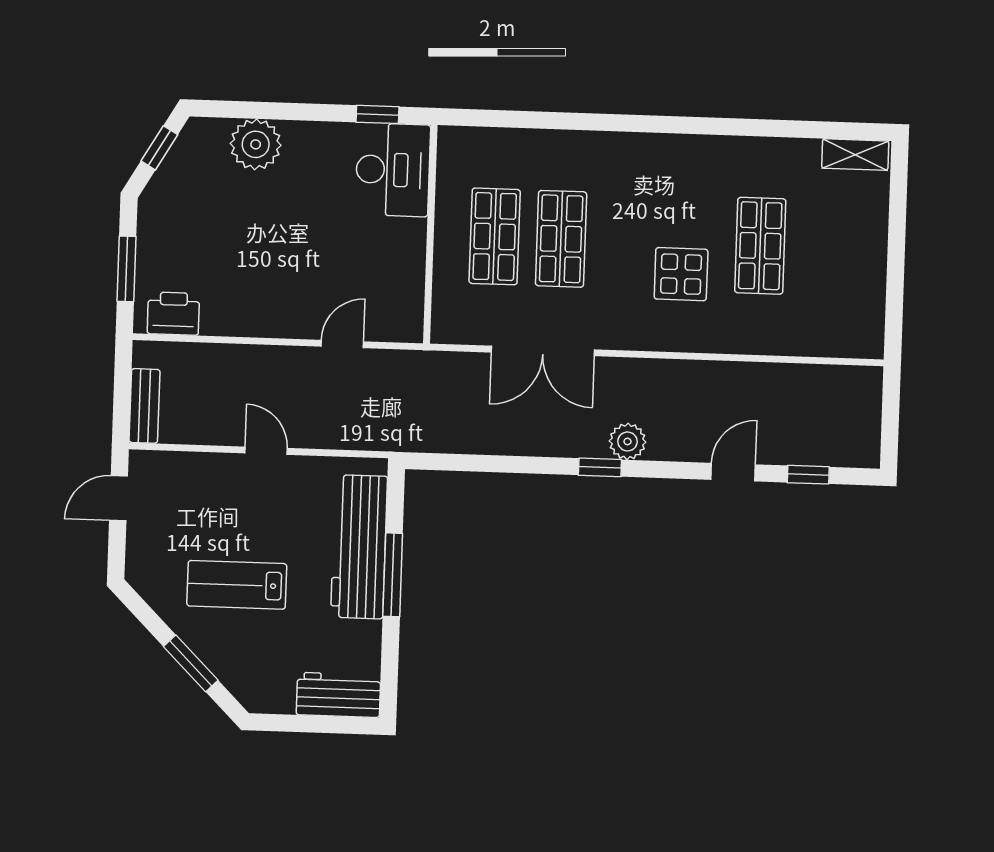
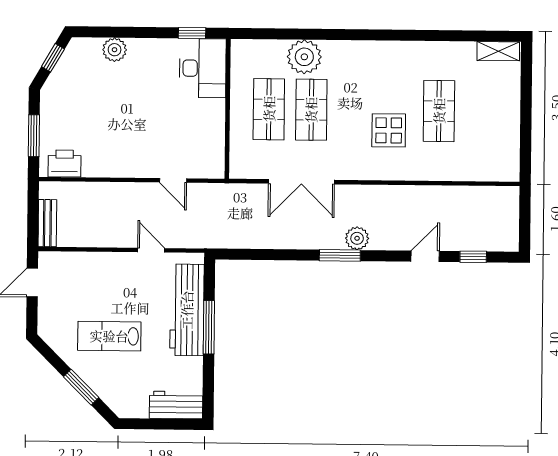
plant: (256, 144) -> (115, 50), width x0.73, depth x0.73
plant: (552, 156) -> (304, 57), added
door: (342, 344) -> (173, 180), swing flipped
door: (266, 451) -> (151, 250), moved
window: (600, 467) -> (340, 255), width x1.50

